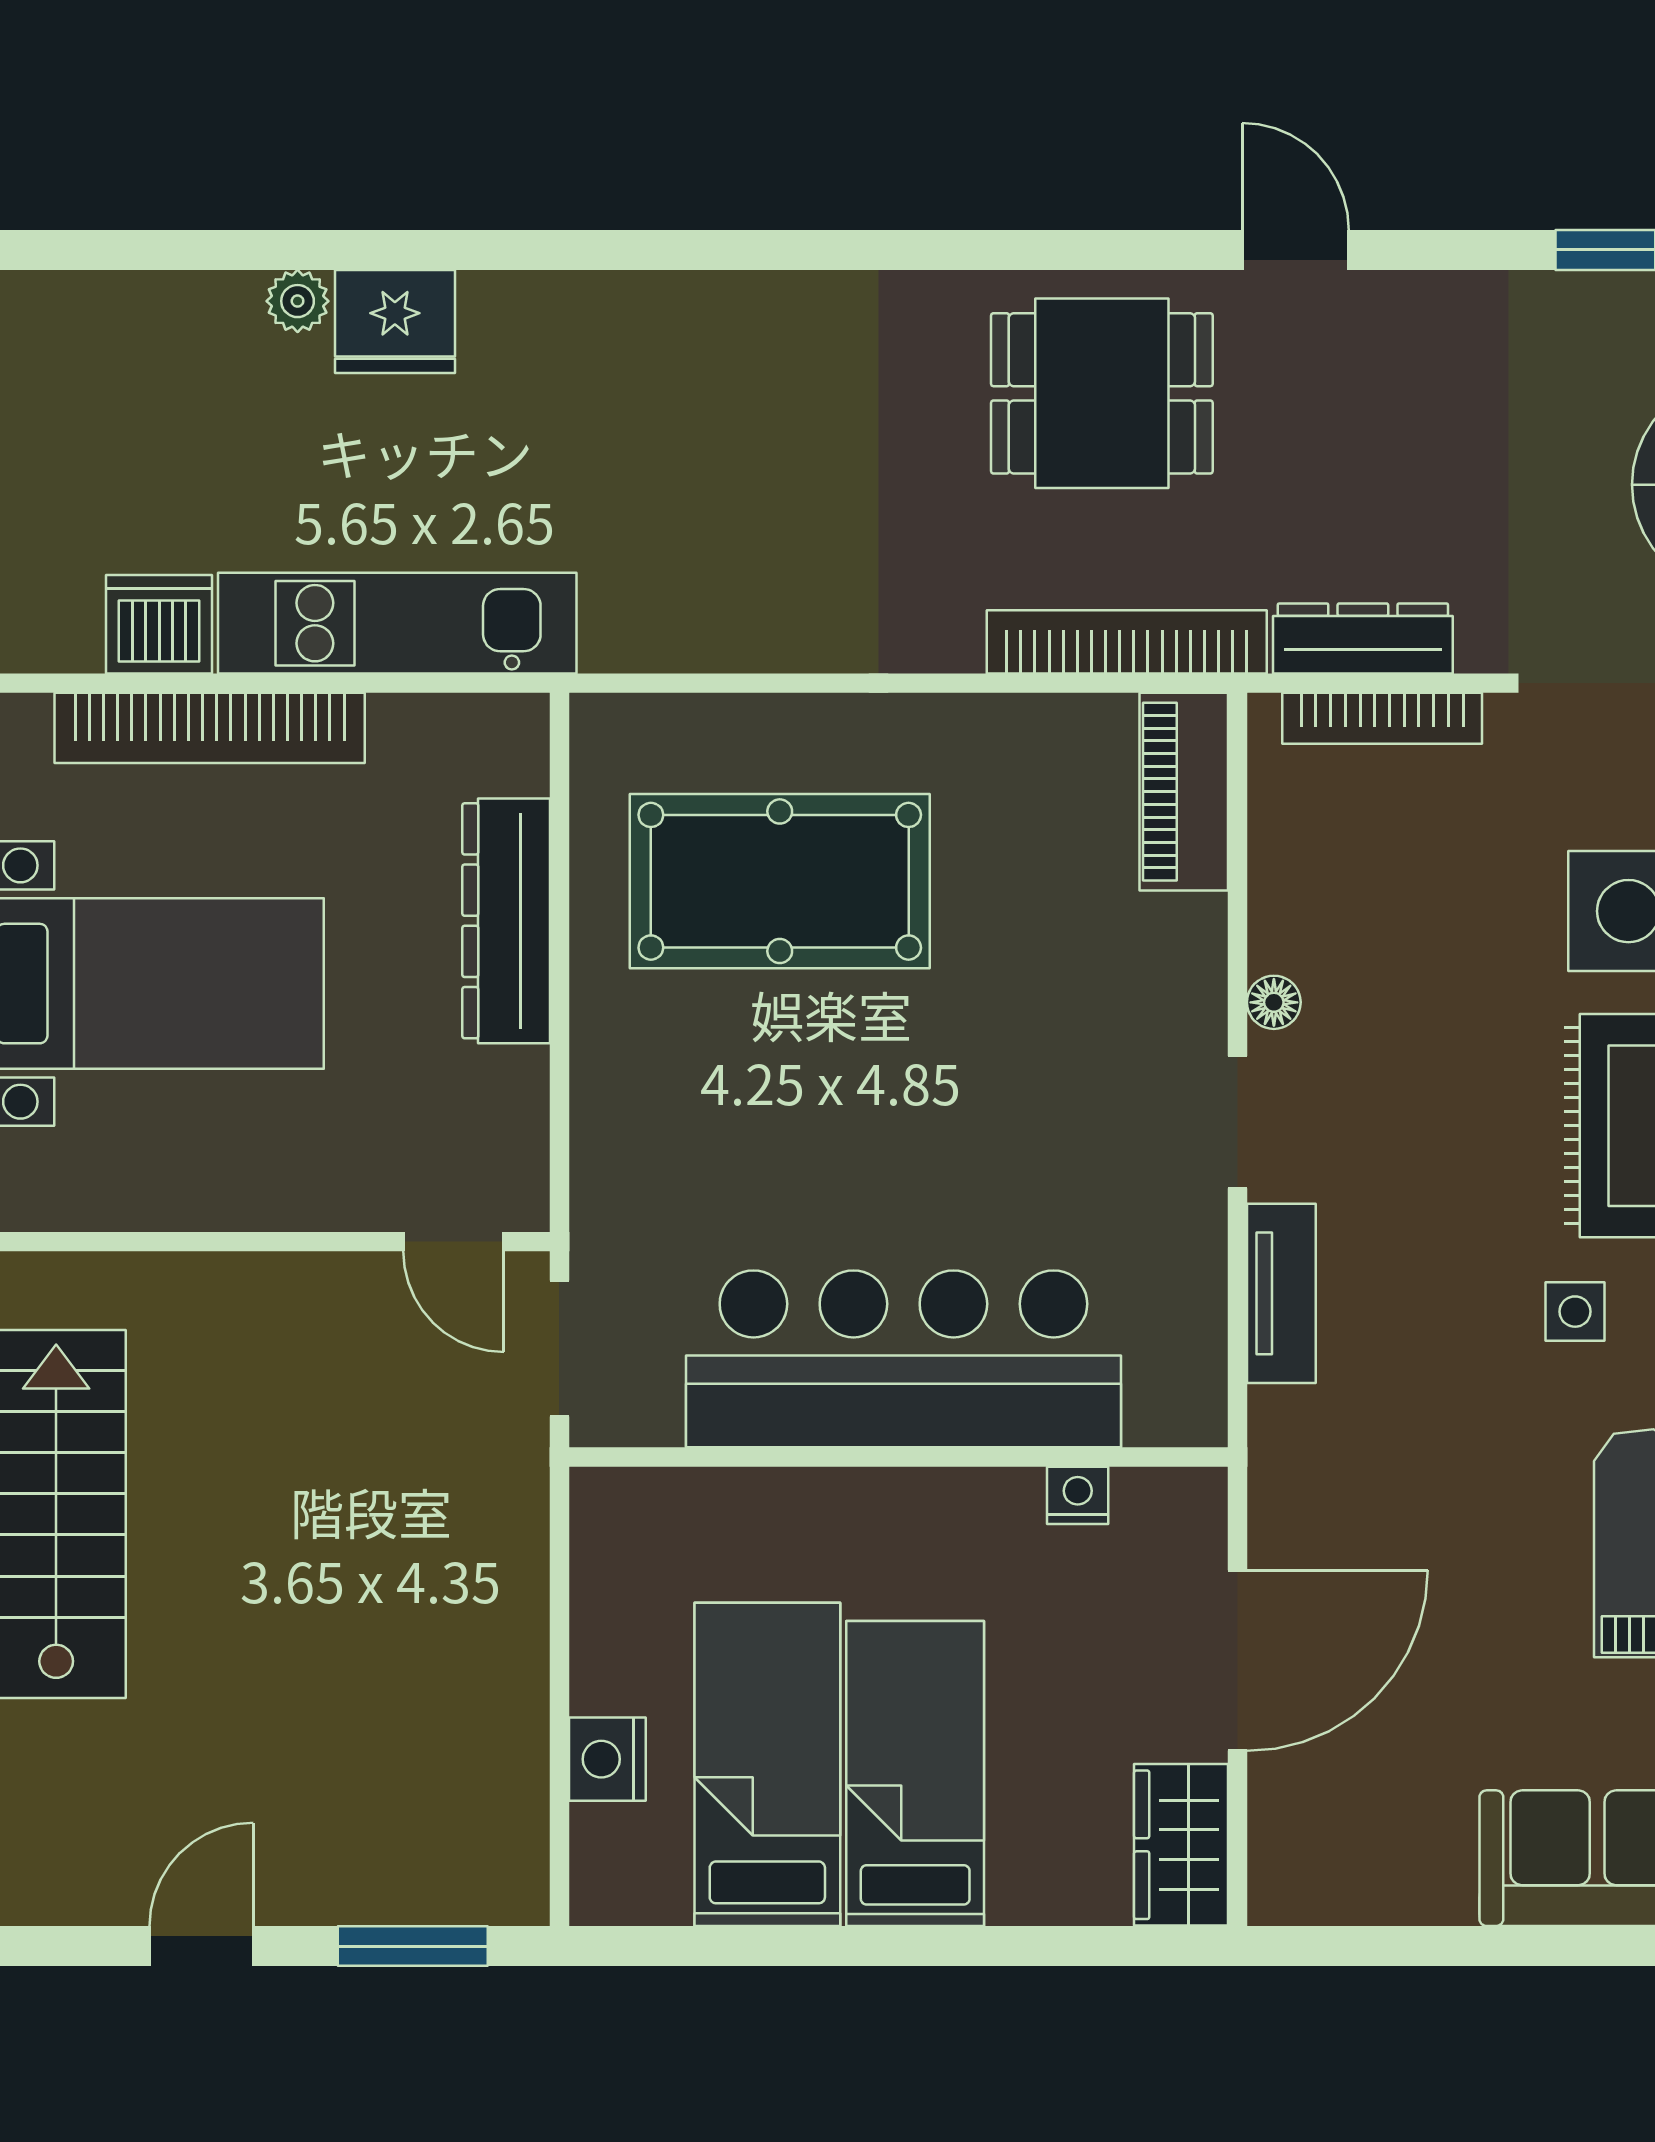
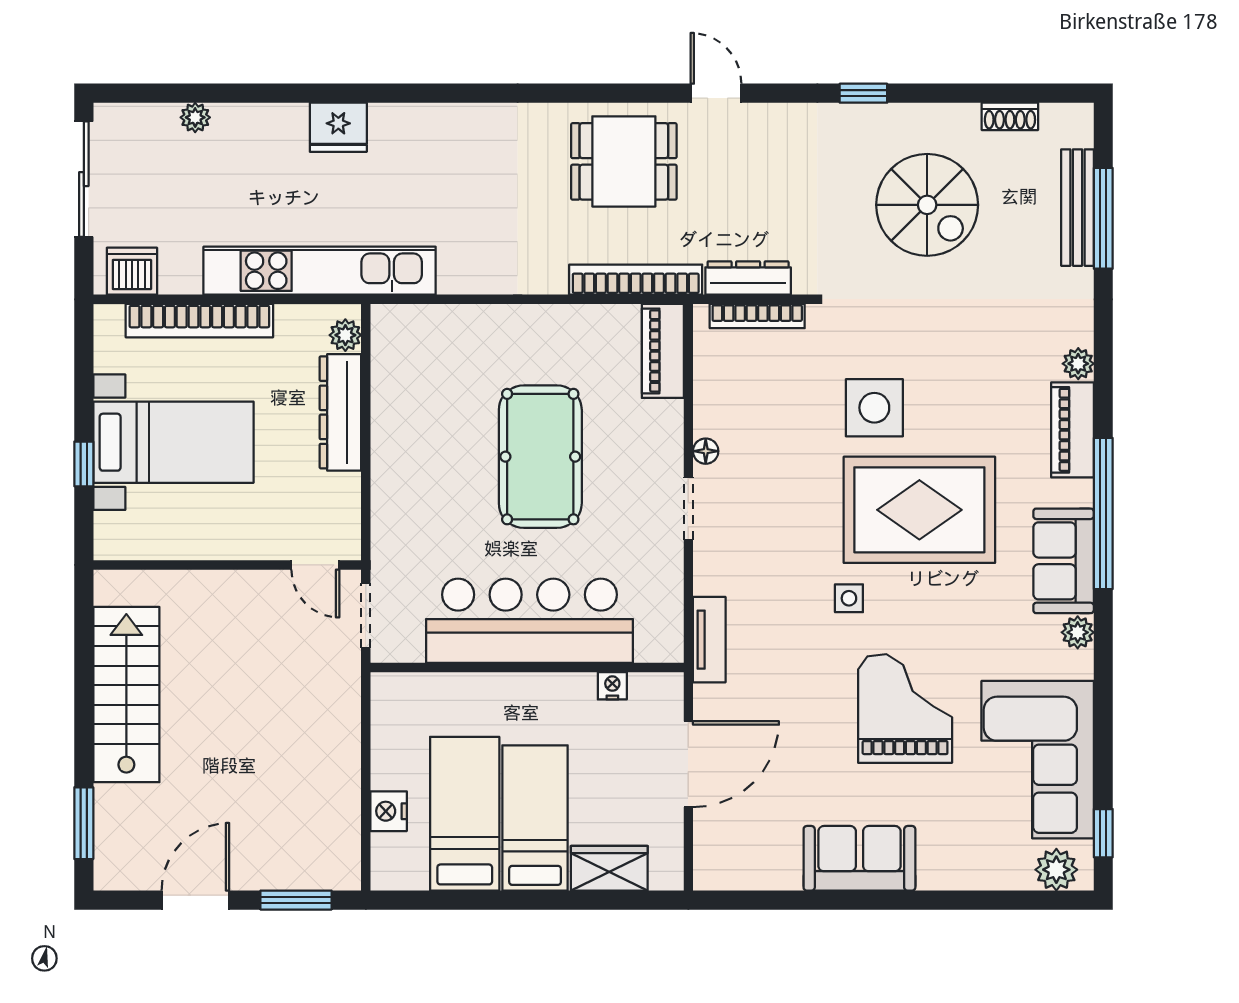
plant: (298, 301) -> (195, 117), moved
fridge: (395, 321) -> (338, 127), moved
kitchen unit: (397, 623) -> (320, 271), width x1.36
dishwasher: (159, 624) -> (132, 271), moved
plant: (516, 758) -> (345, 335), added
pool table: (780, 881) -> (540, 457), moved, turned 90
tv unit: (1281, 1293) -> (709, 640), moved
wardrobe: (1181, 1845) -> (609, 868), moved, turned 90
door: (201, 1946) -> (195, 900), width x1.38

